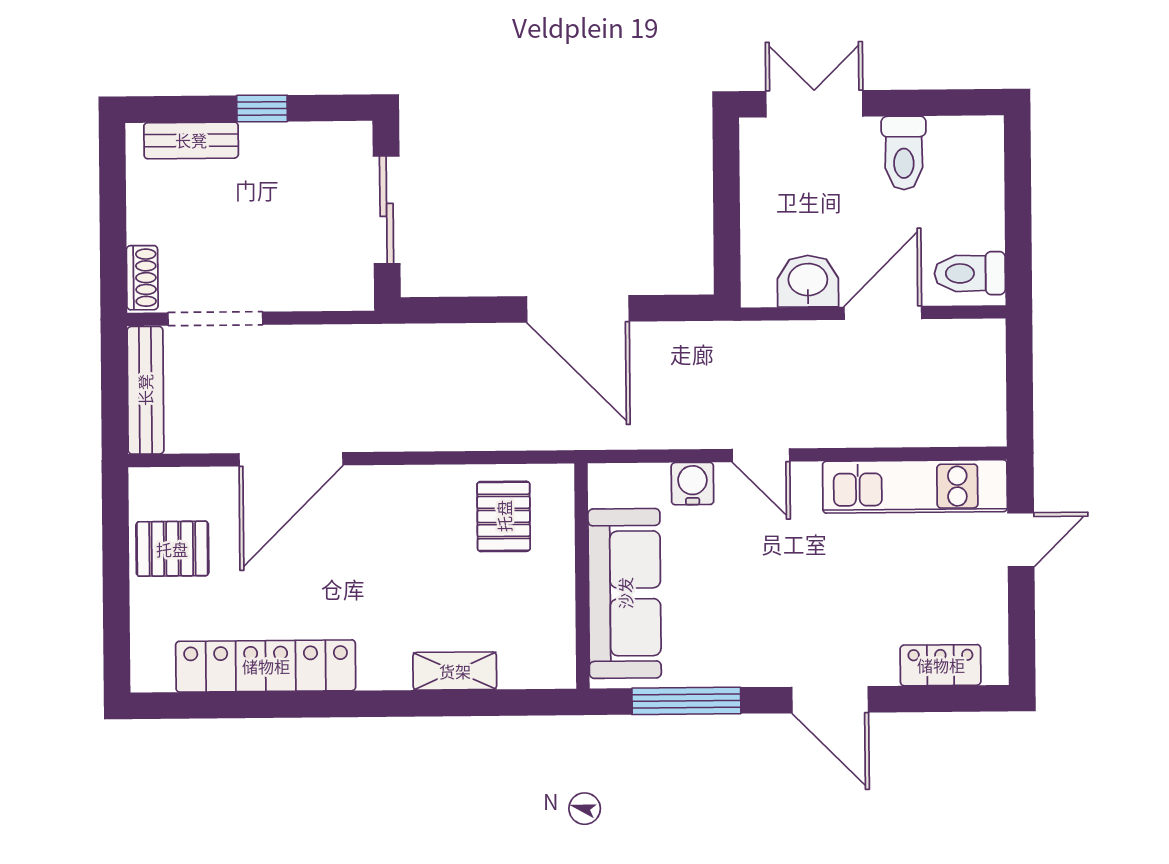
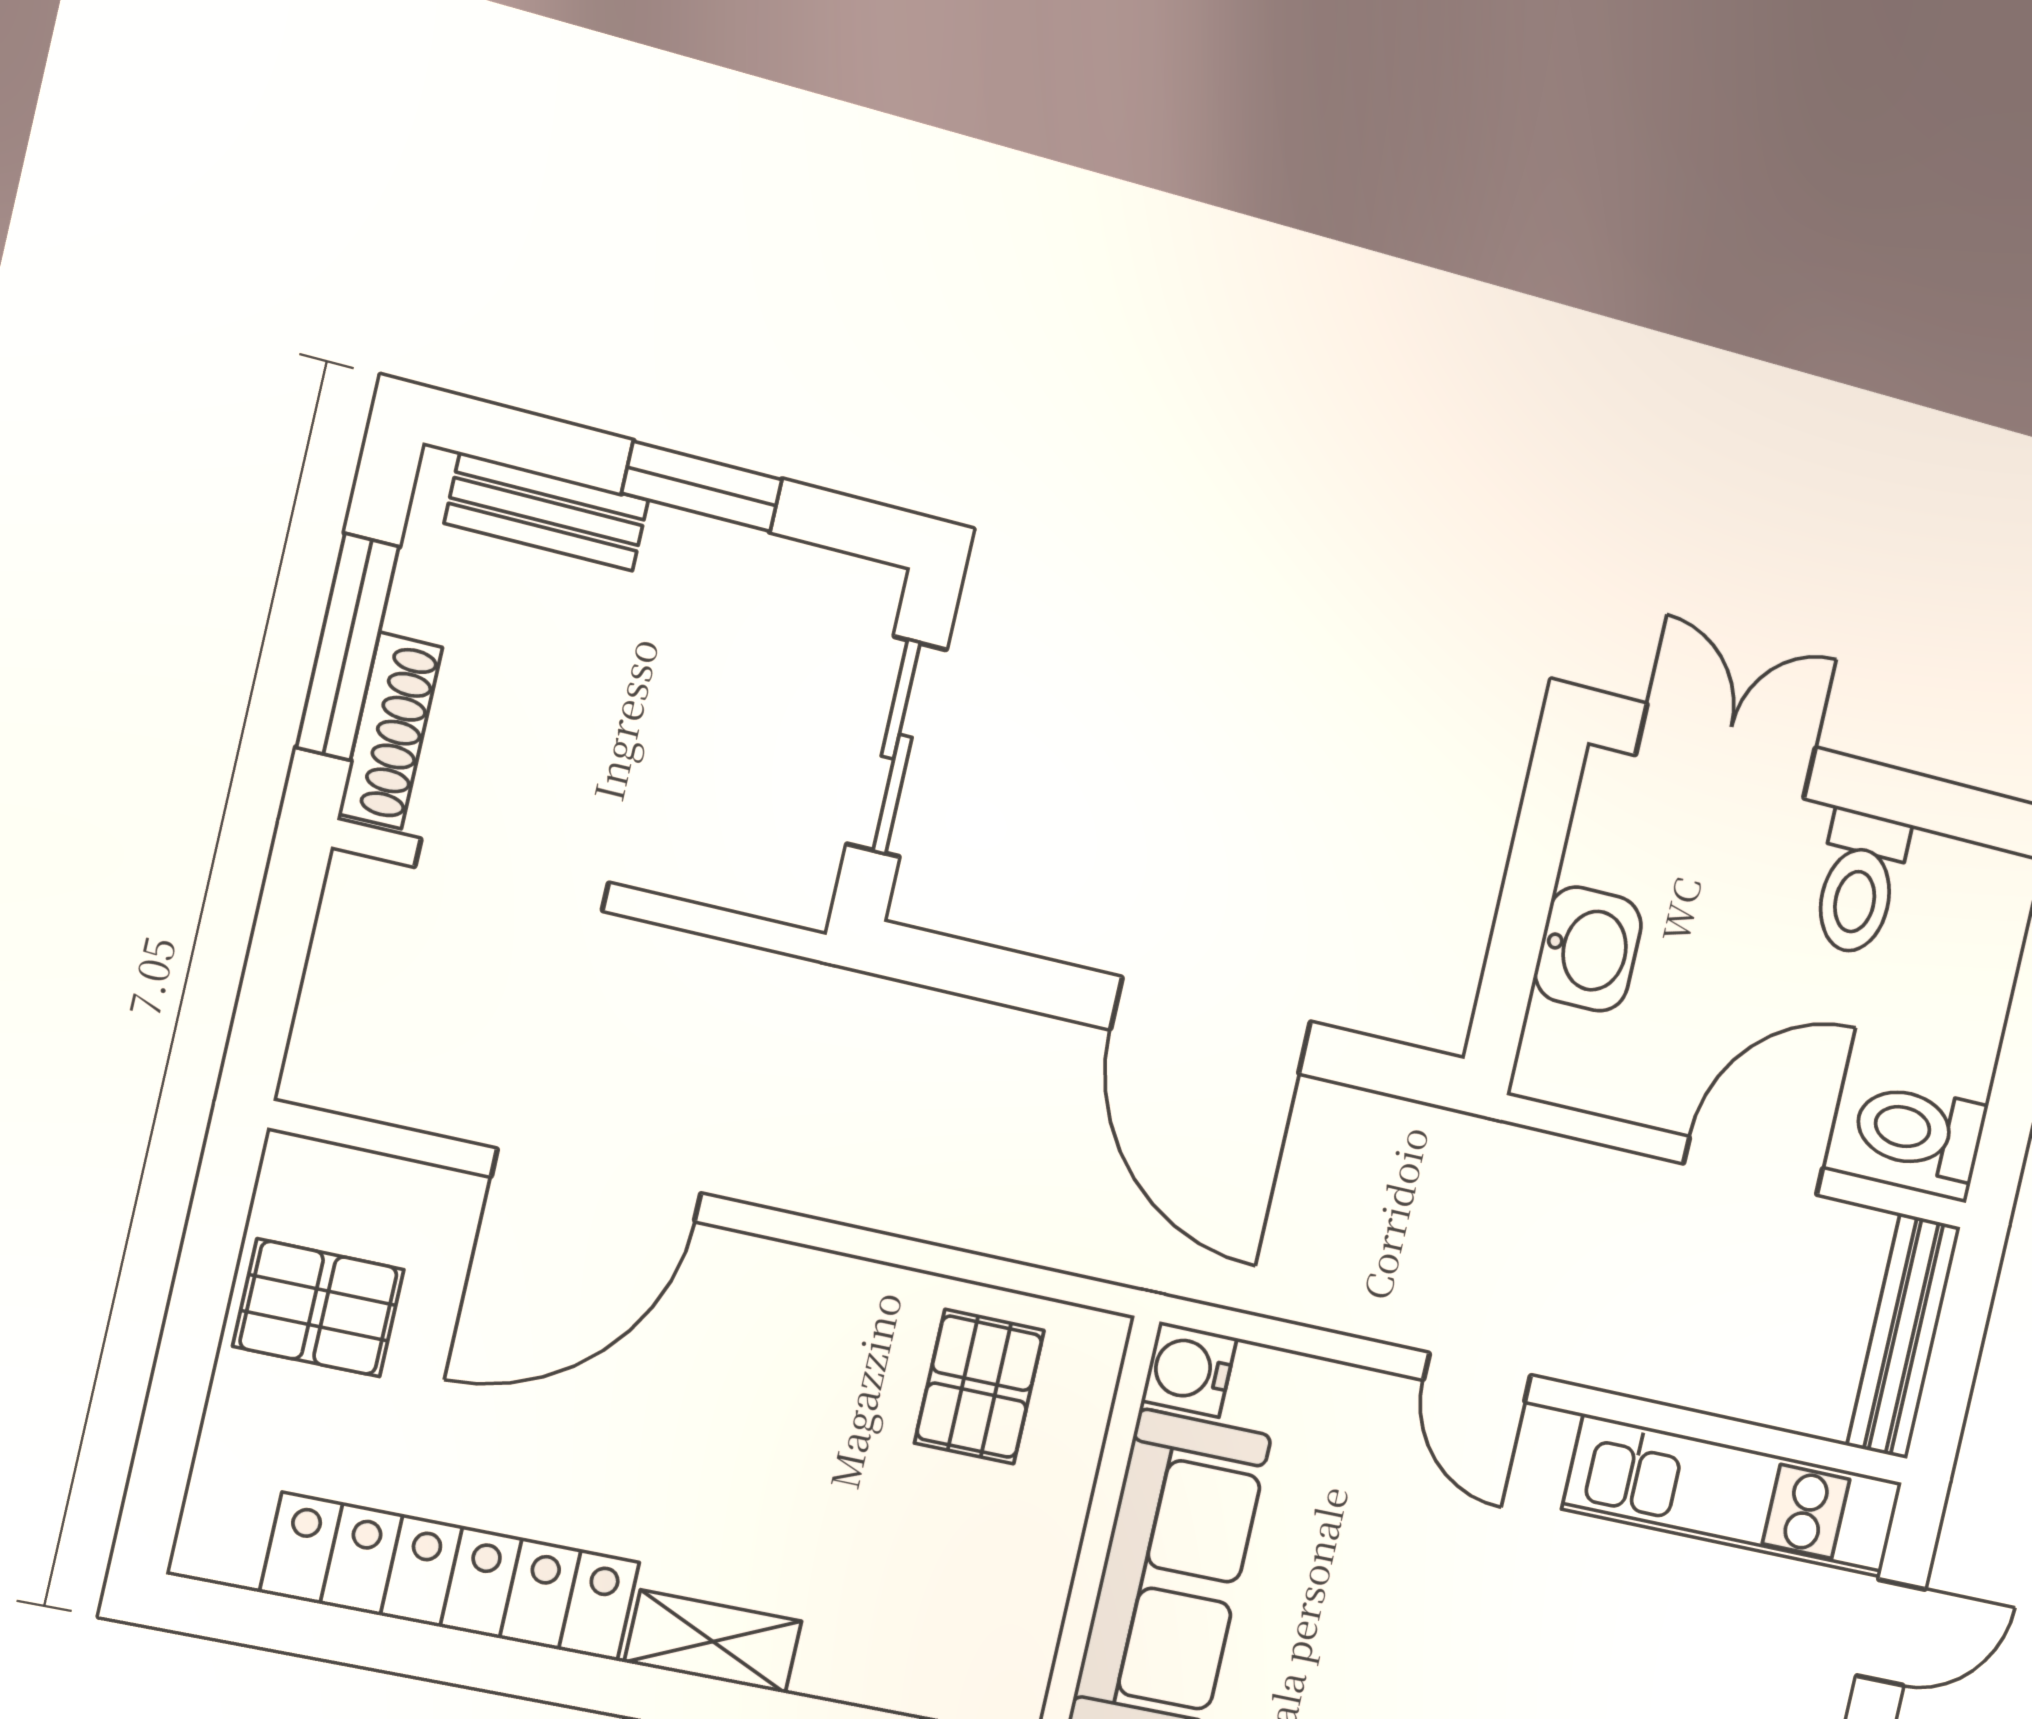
window: (262, 109) -> (702, 486), width x1.50
window: (113, 229) -> (348, 647), added
shoe rack: (142, 278) -> (390, 731), width x1.43
washbasin: (808, 281) -> (1588, 949), moved, turned 90
bench: (145, 390) -> (1904, 1337), moved
water cooler: (692, 484) -> (1189, 1369), moved, turned -90
shelving: (455, 671) -> (713, 1642), moved

